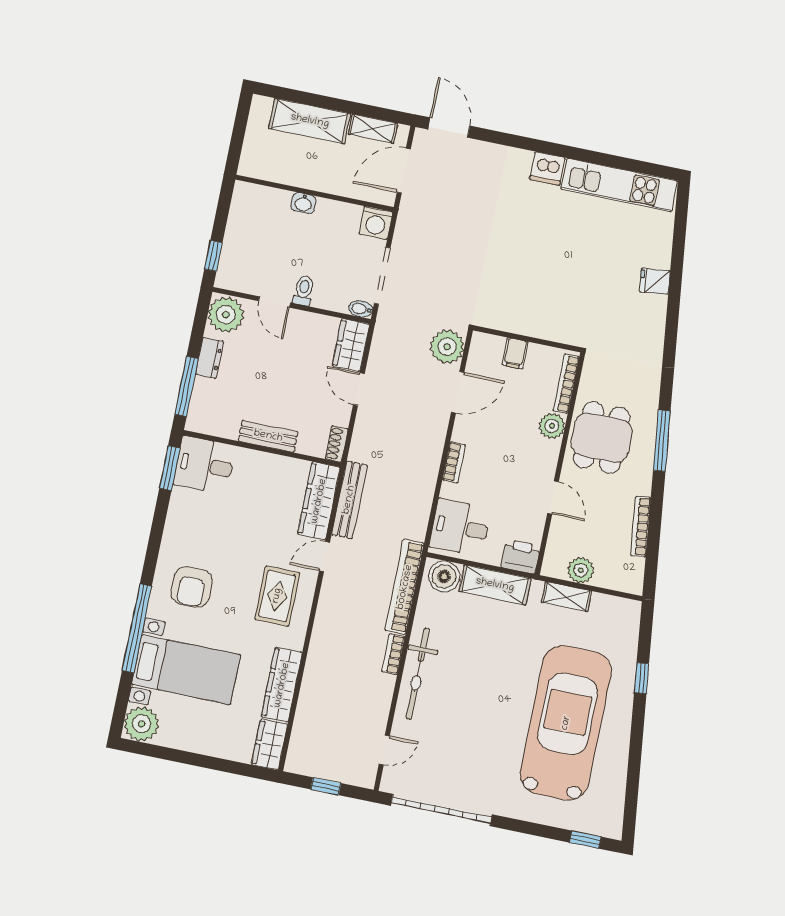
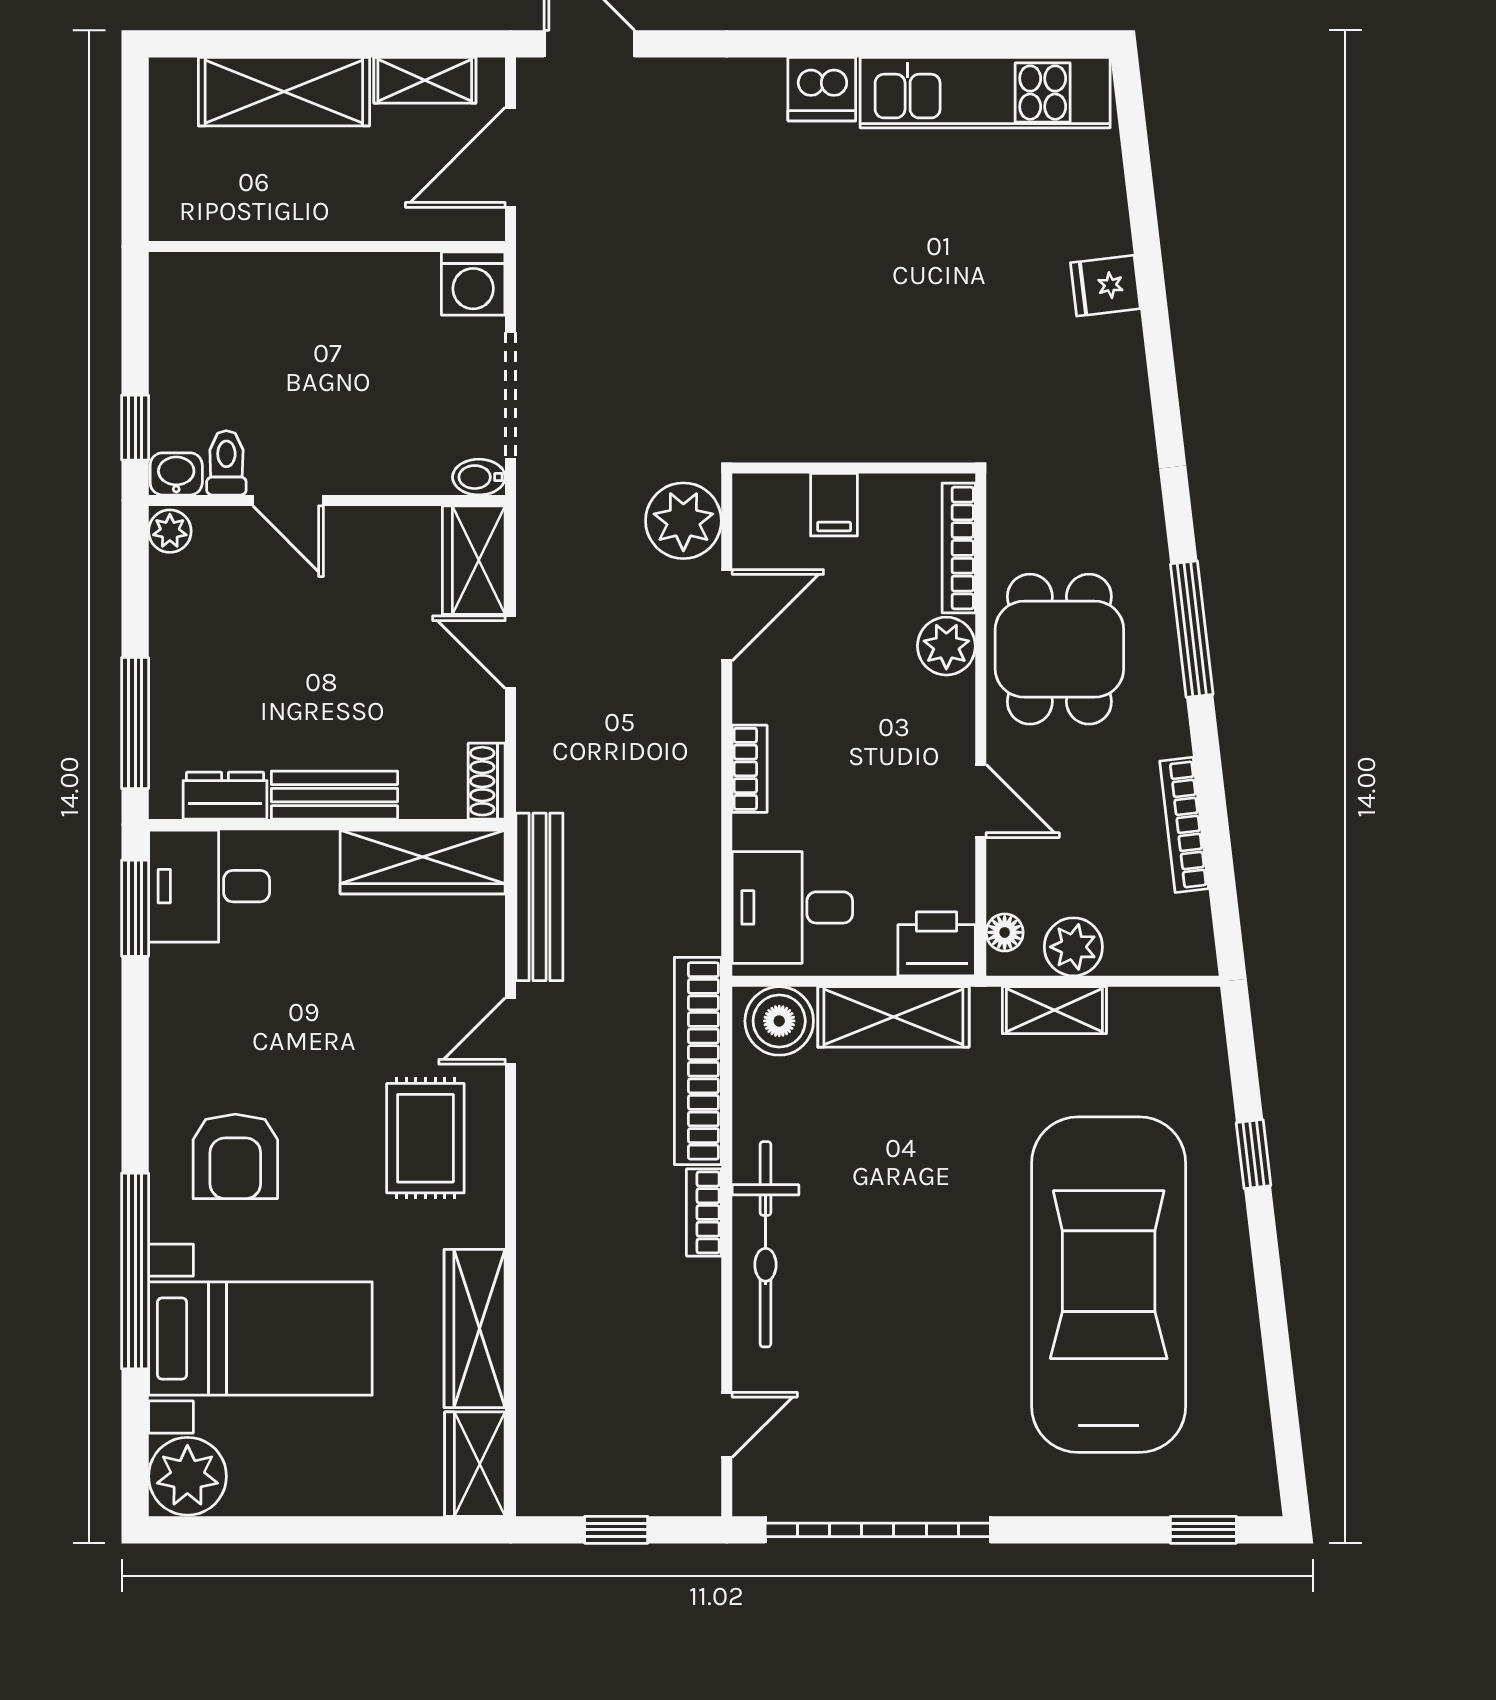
washbasin: (303, 203) -> (176, 474), moved, turned 180
toilet: (304, 291) -> (226, 463), moved
plant: (226, 315) -> (170, 531), width x0.53, depth x0.53
dresser: (210, 358) -> (225, 796), moved, turned -90
wardrobe: (319, 501) -> (423, 862), moved, turned -90
floor lamp: (552, 558) -> (1005, 932), added

